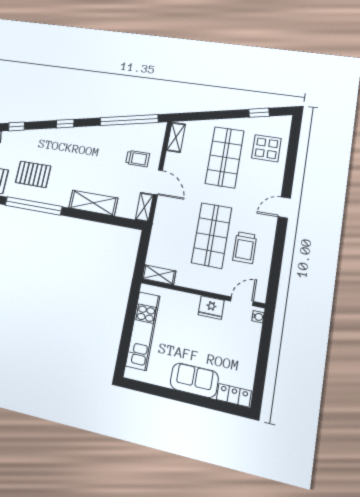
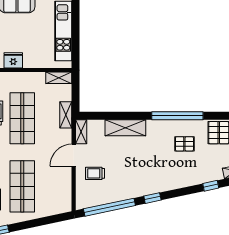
window: (65, 124) -> (152, 198), moved
shelving: (176, 137) -> (66, 115), moved
pallet: (33, 174) -> (184, 144), width x0.67, depth x0.71
door: (158, 182) -> (74, 155), hinge flipped

